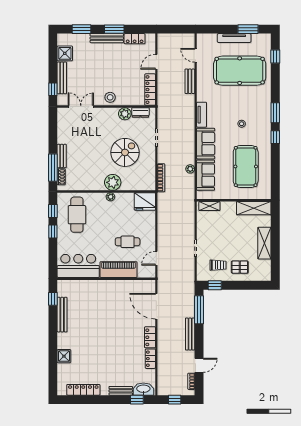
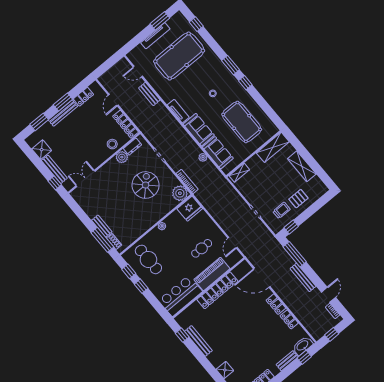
stool: (110, 97) -> (112, 144), moved
plant: (113, 182) -> (180, 193), moved
locker: (112, 286) -> (217, 290), added

